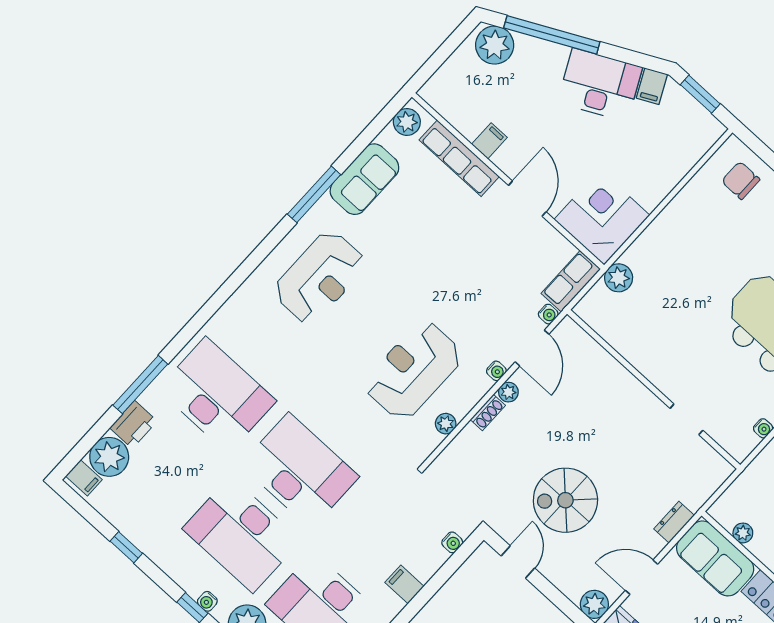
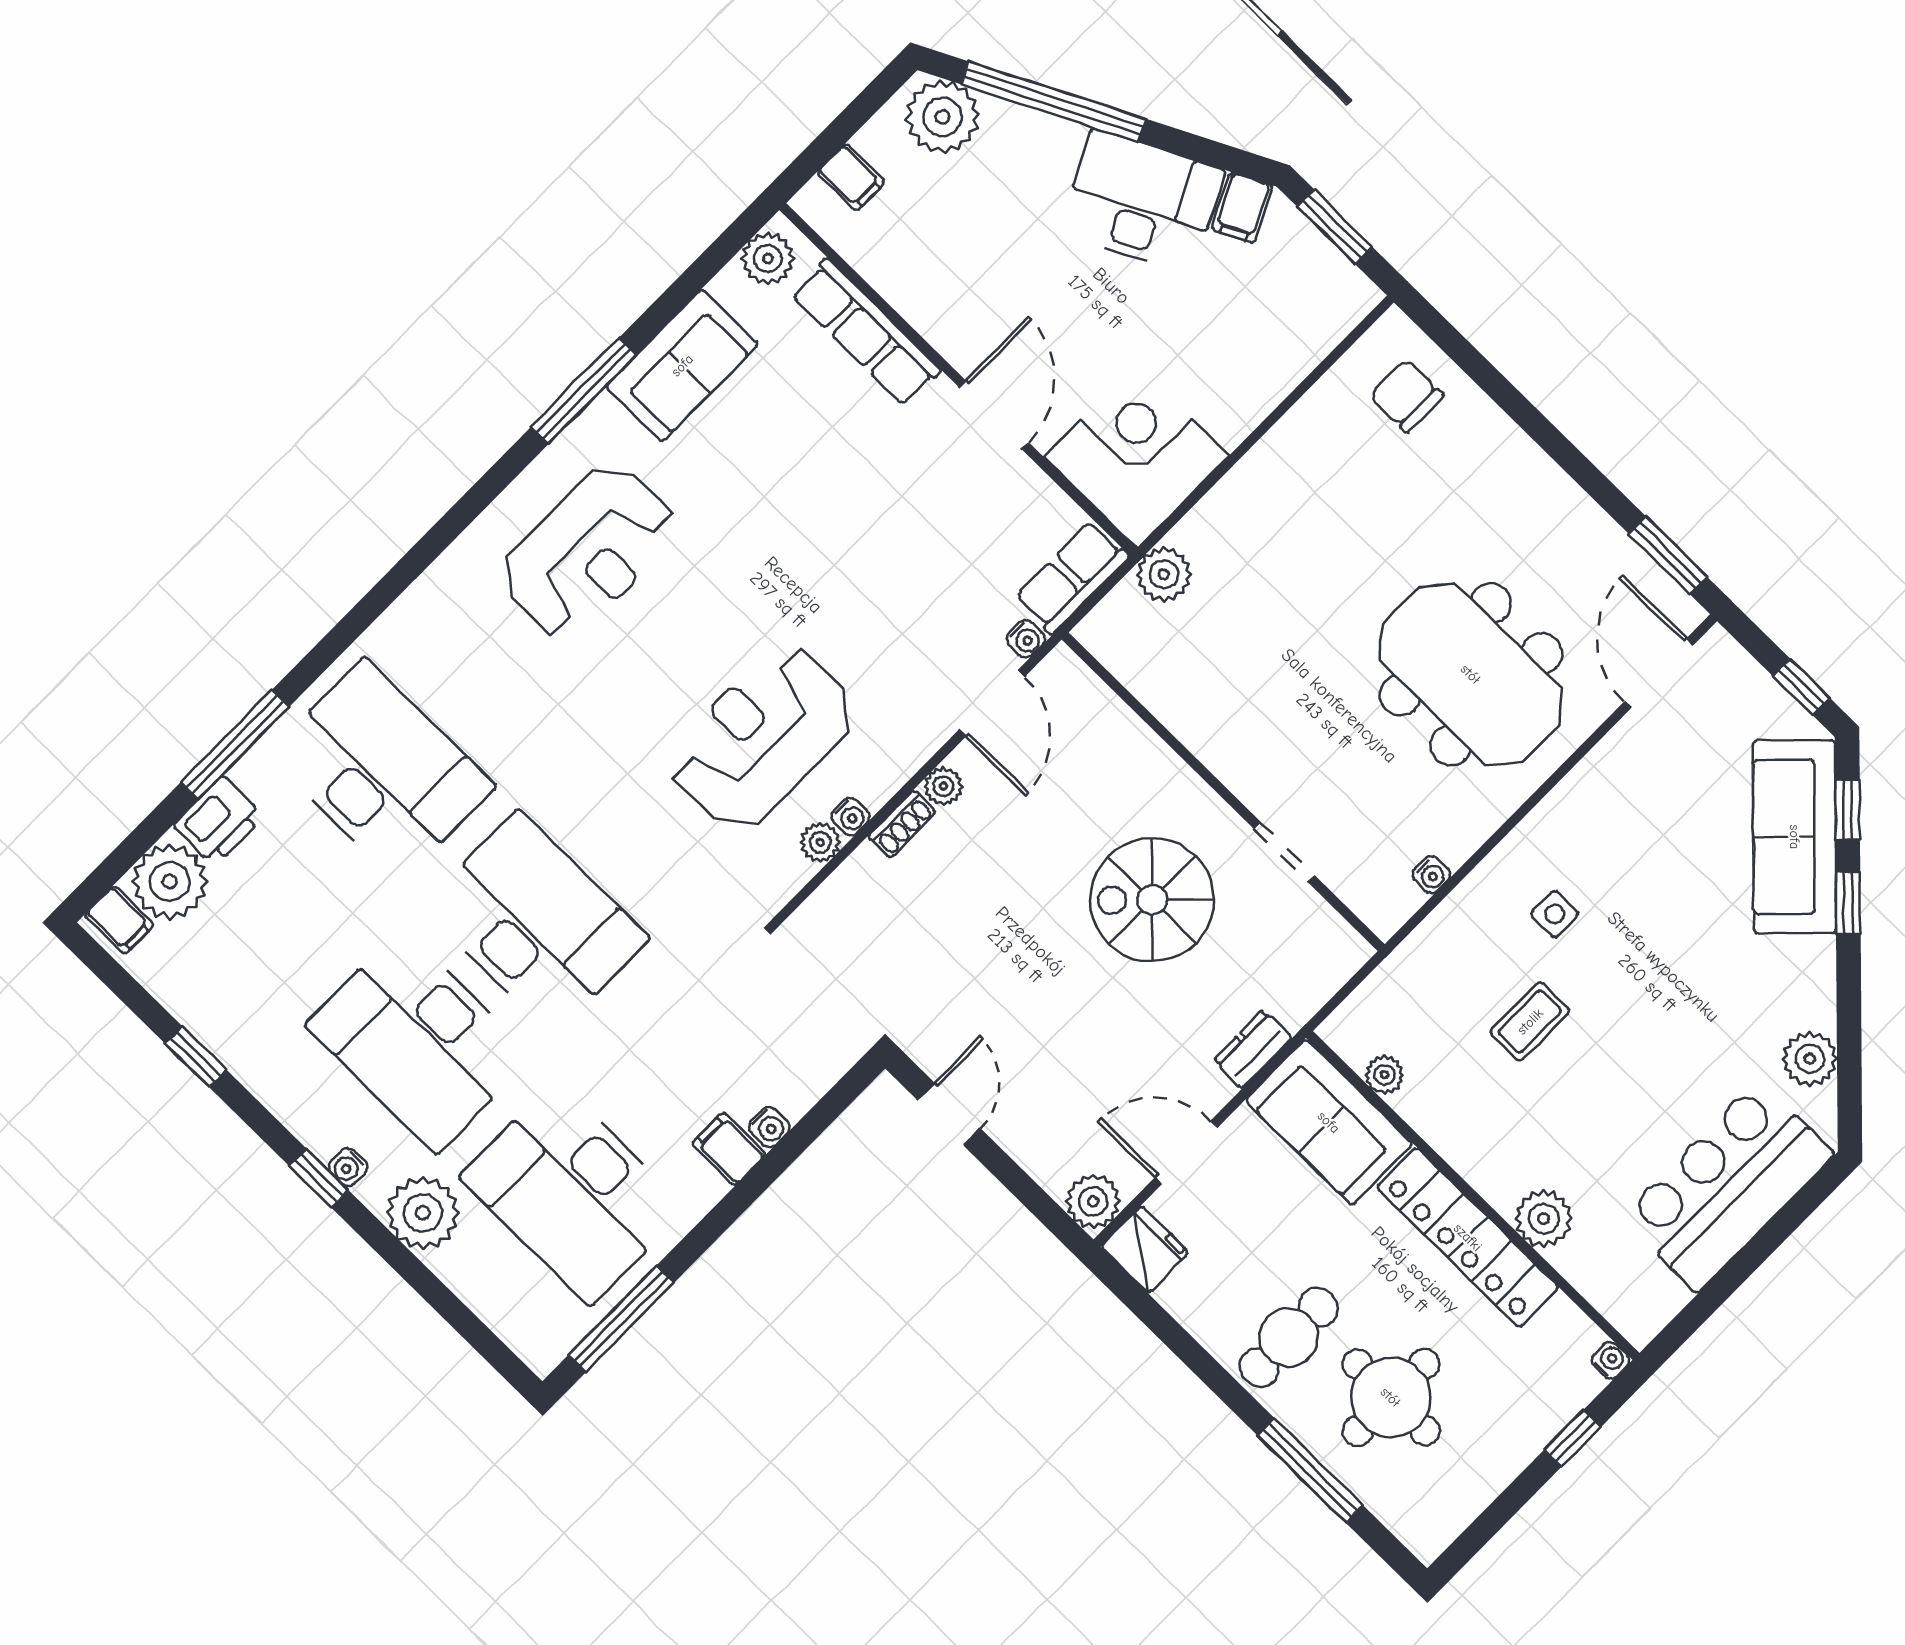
filing cabinet: (489, 141) -> (851, 177), moved, turned 90
water cooler: (496, 371) -> (851, 817), moved
spiral stairs: (565, 500) -> (1152, 900), moved
water cooler: (452, 542) -> (769, 1127), moved

